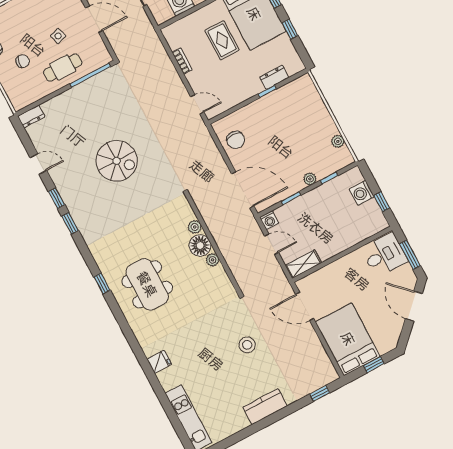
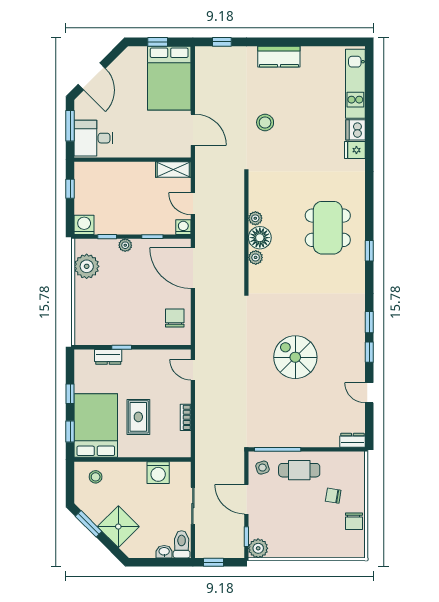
side table: (58, 36) -> (262, 468), moved
plant: (338, 141) -> (87, 266), width x1.87, depth x1.87
washing machine: (362, 193) -> (84, 225), moved, turned -90
dishwasher: (168, 379) -> (356, 130), added

